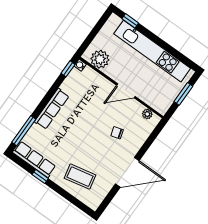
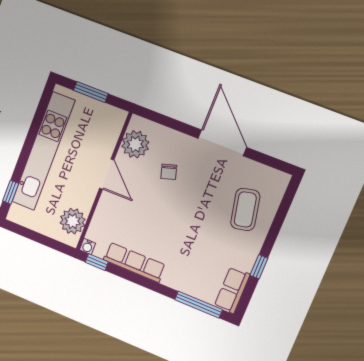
row of seats: (52, 109) -> (134, 262), moved
plant: (147, 114) -> (135, 144), width x1.88, depth x1.88
row of seats: (34, 159) -> (232, 290), width x0.68

